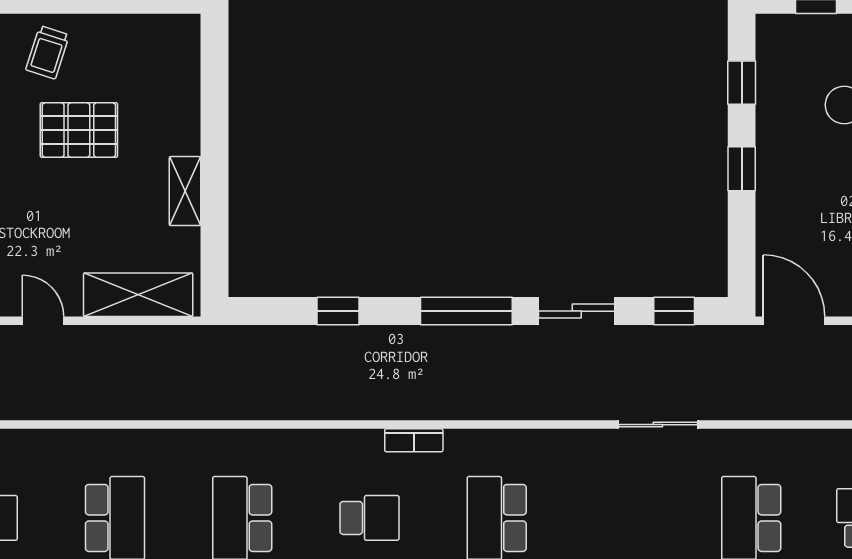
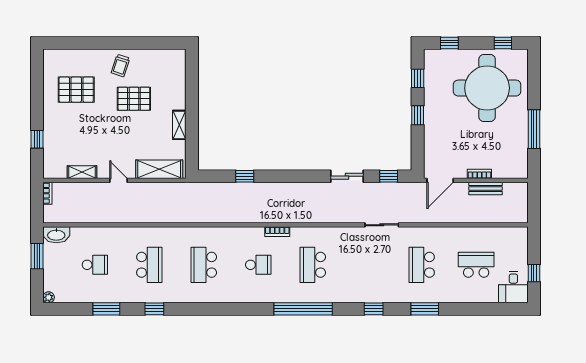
window: (466, 311) -> (300, 176), removed
door: (794, 321) -> (440, 180), swing flipped

